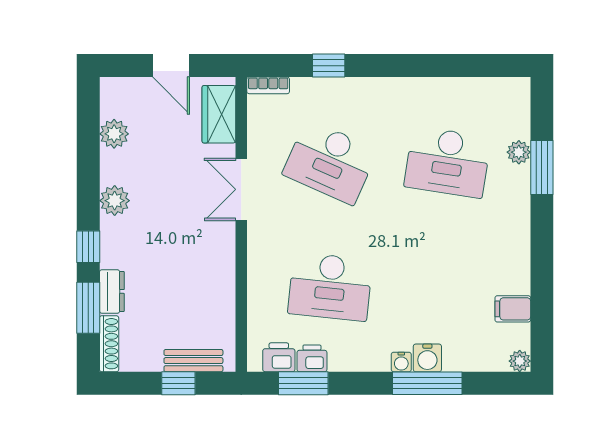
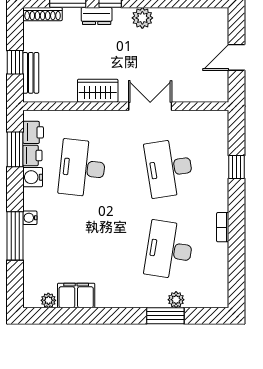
bookcase: (268, 85) -> (223, 227), moved
wardrobe: (219, 114) -> (98, 91), moved
plant: (114, 134) -> (189, 18), removed
desk: (330, 162) -> (169, 168), turned -33
dresser: (112, 291) -> (97, 16), moved
filing cabinet: (513, 309) -> (76, 295), width x2.00
water cooler: (427, 358) -> (33, 177), moved
plant: (520, 361) -> (48, 300), moved

